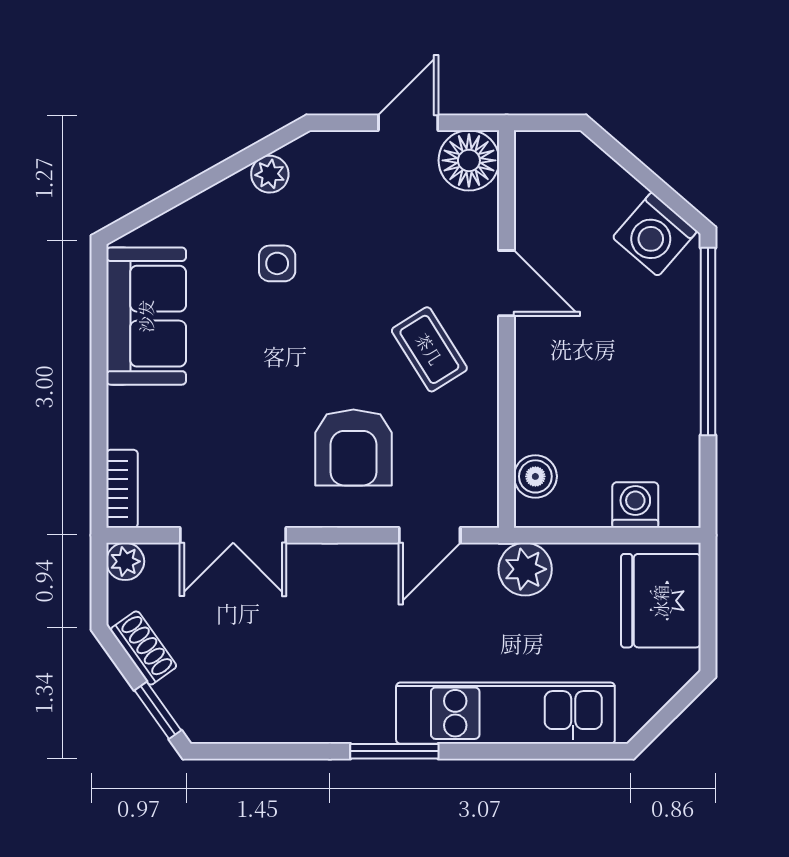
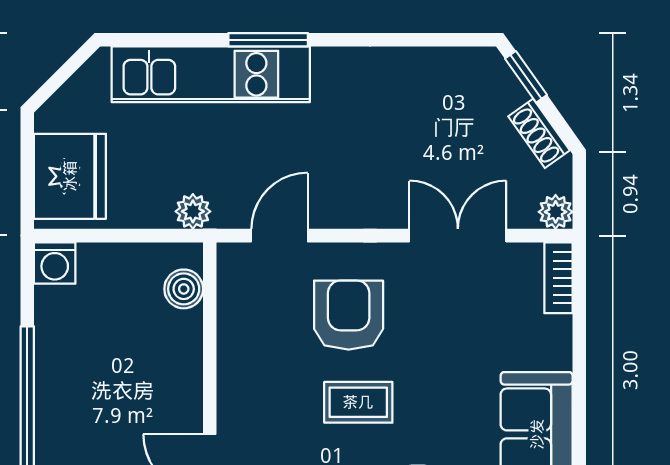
coffee table: (429, 349) -> (358, 402), moved, turned -58
washing machine: (635, 505) -> (55, 263), moved
plant: (525, 569) -> (193, 211), width x0.73, depth x0.73
window: (394, 751) -> (268, 40), moved

